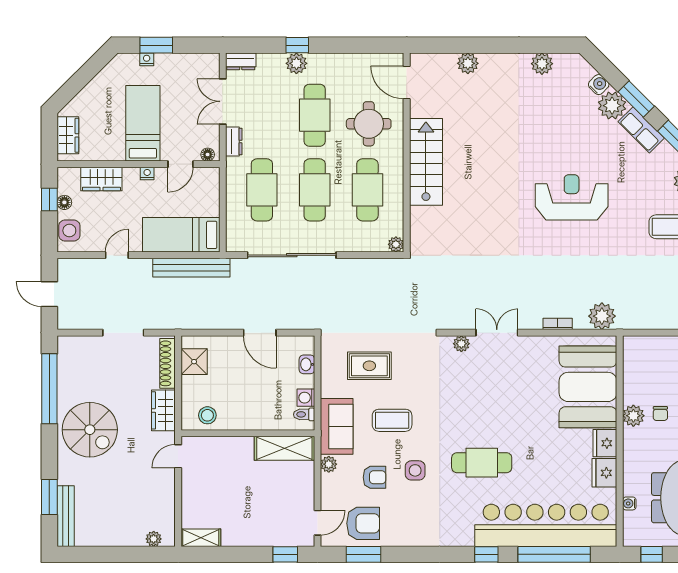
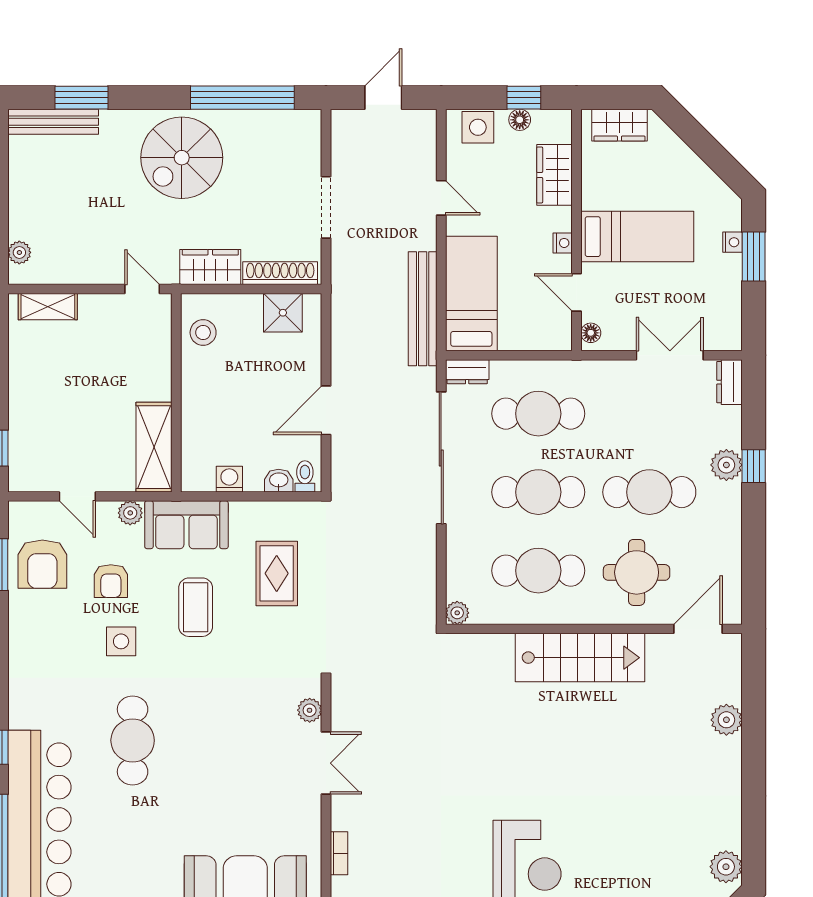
plant: (542, 64) -> (726, 867), moved
dresser: (234, 142) -> (467, 372), moved
toilet: (304, 414) -> (305, 476), moved
door: (318, 523) -> (77, 496), moved
shelving: (201, 538) -> (48, 307), moved, turned 90

